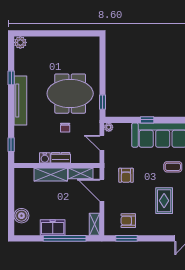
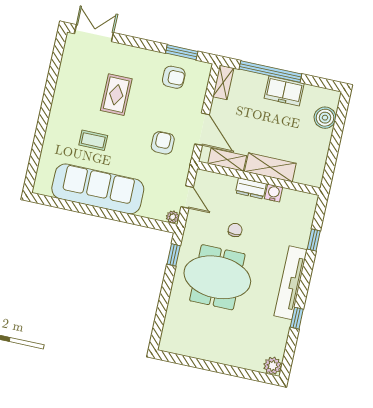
window: (147, 120) -> (115, 216), removed
window: (11, 145) -> (314, 240), moved

